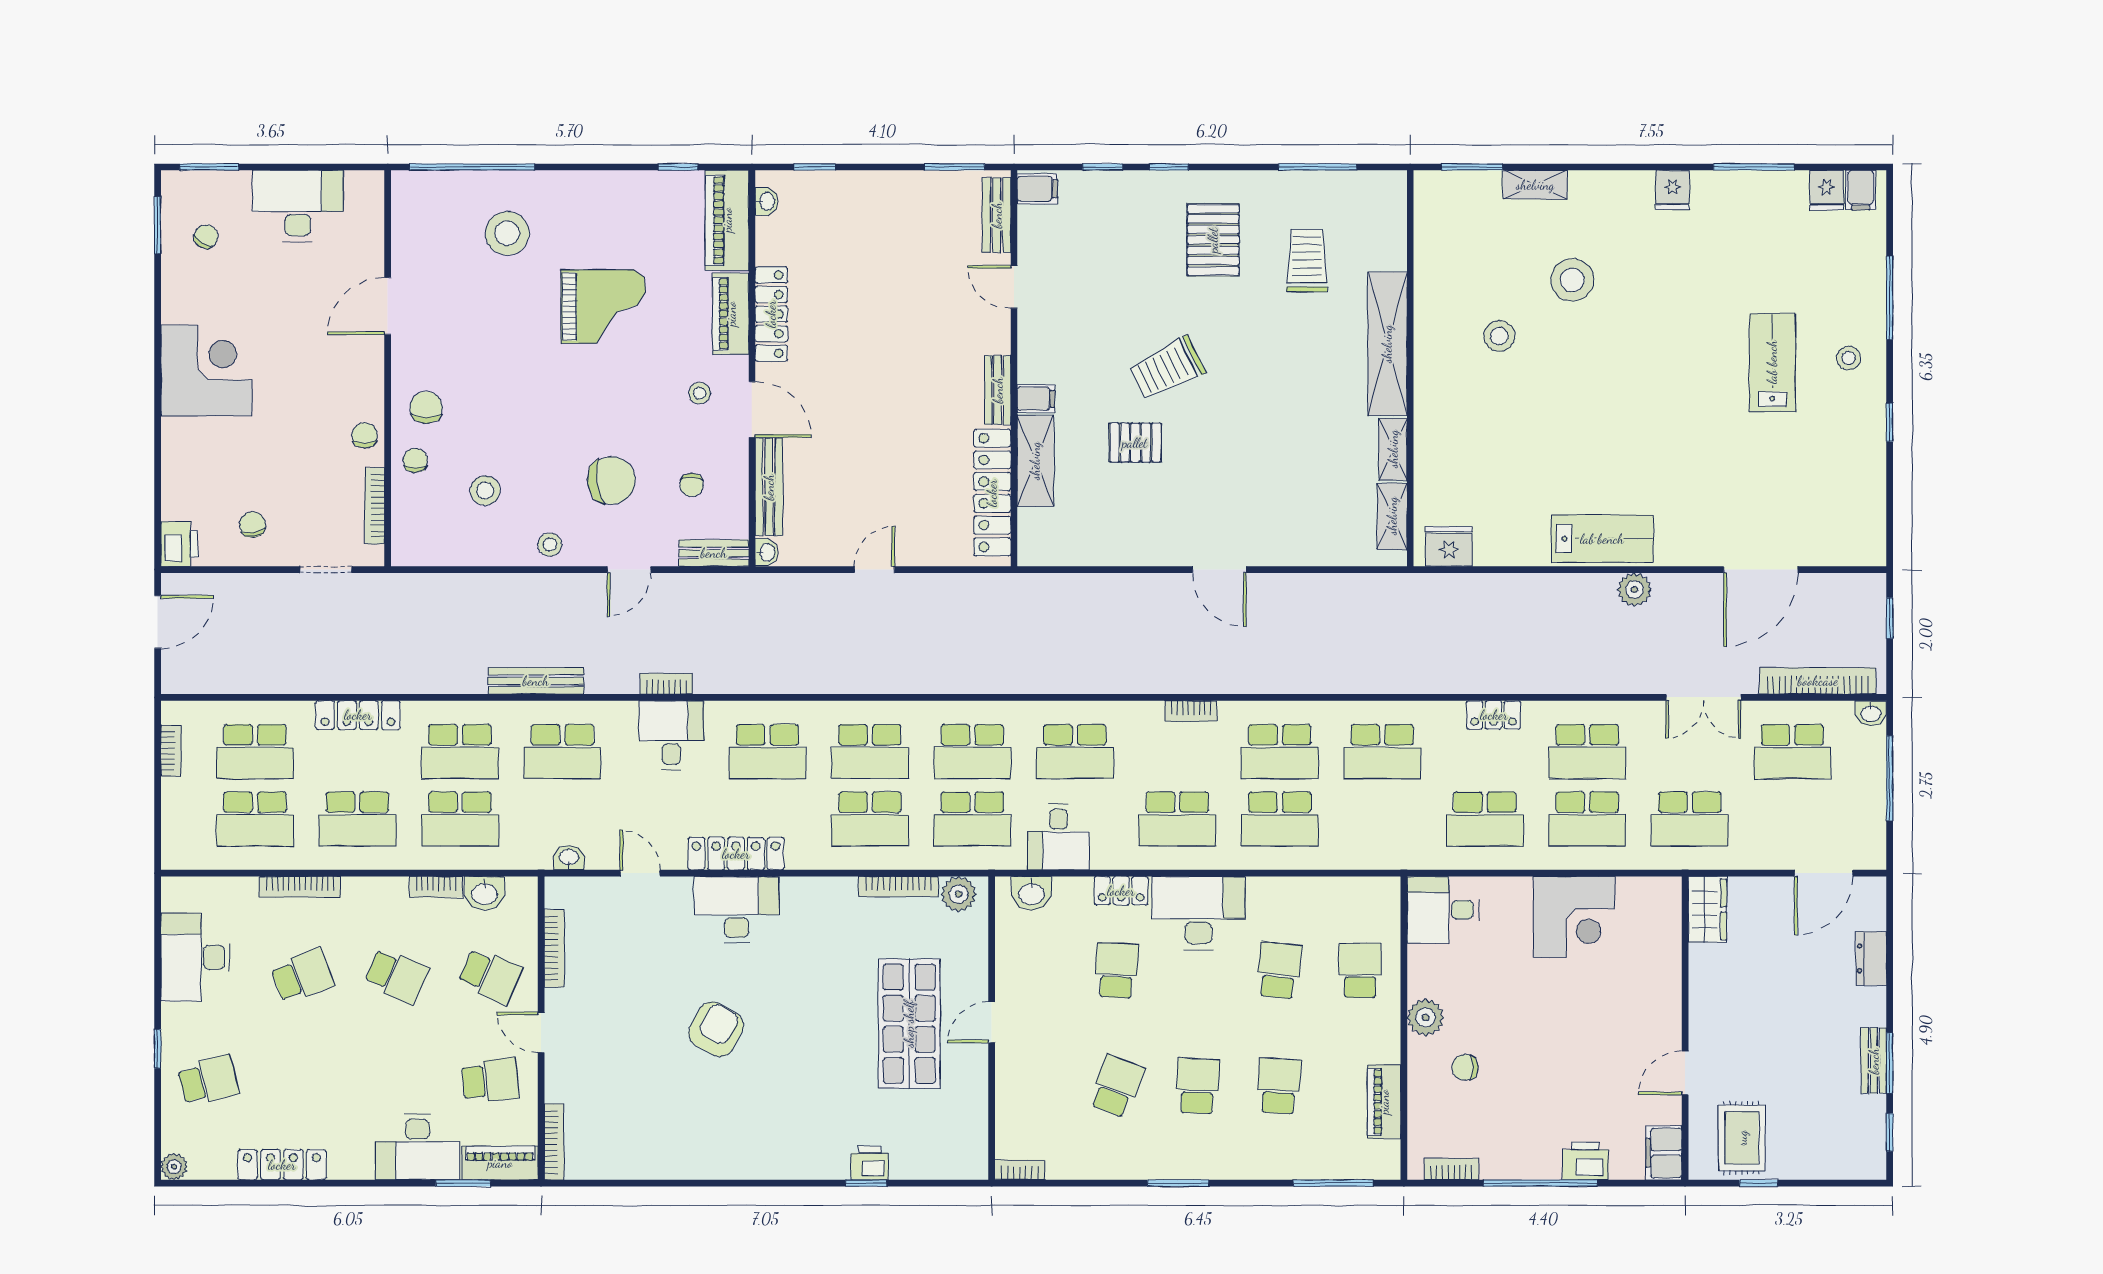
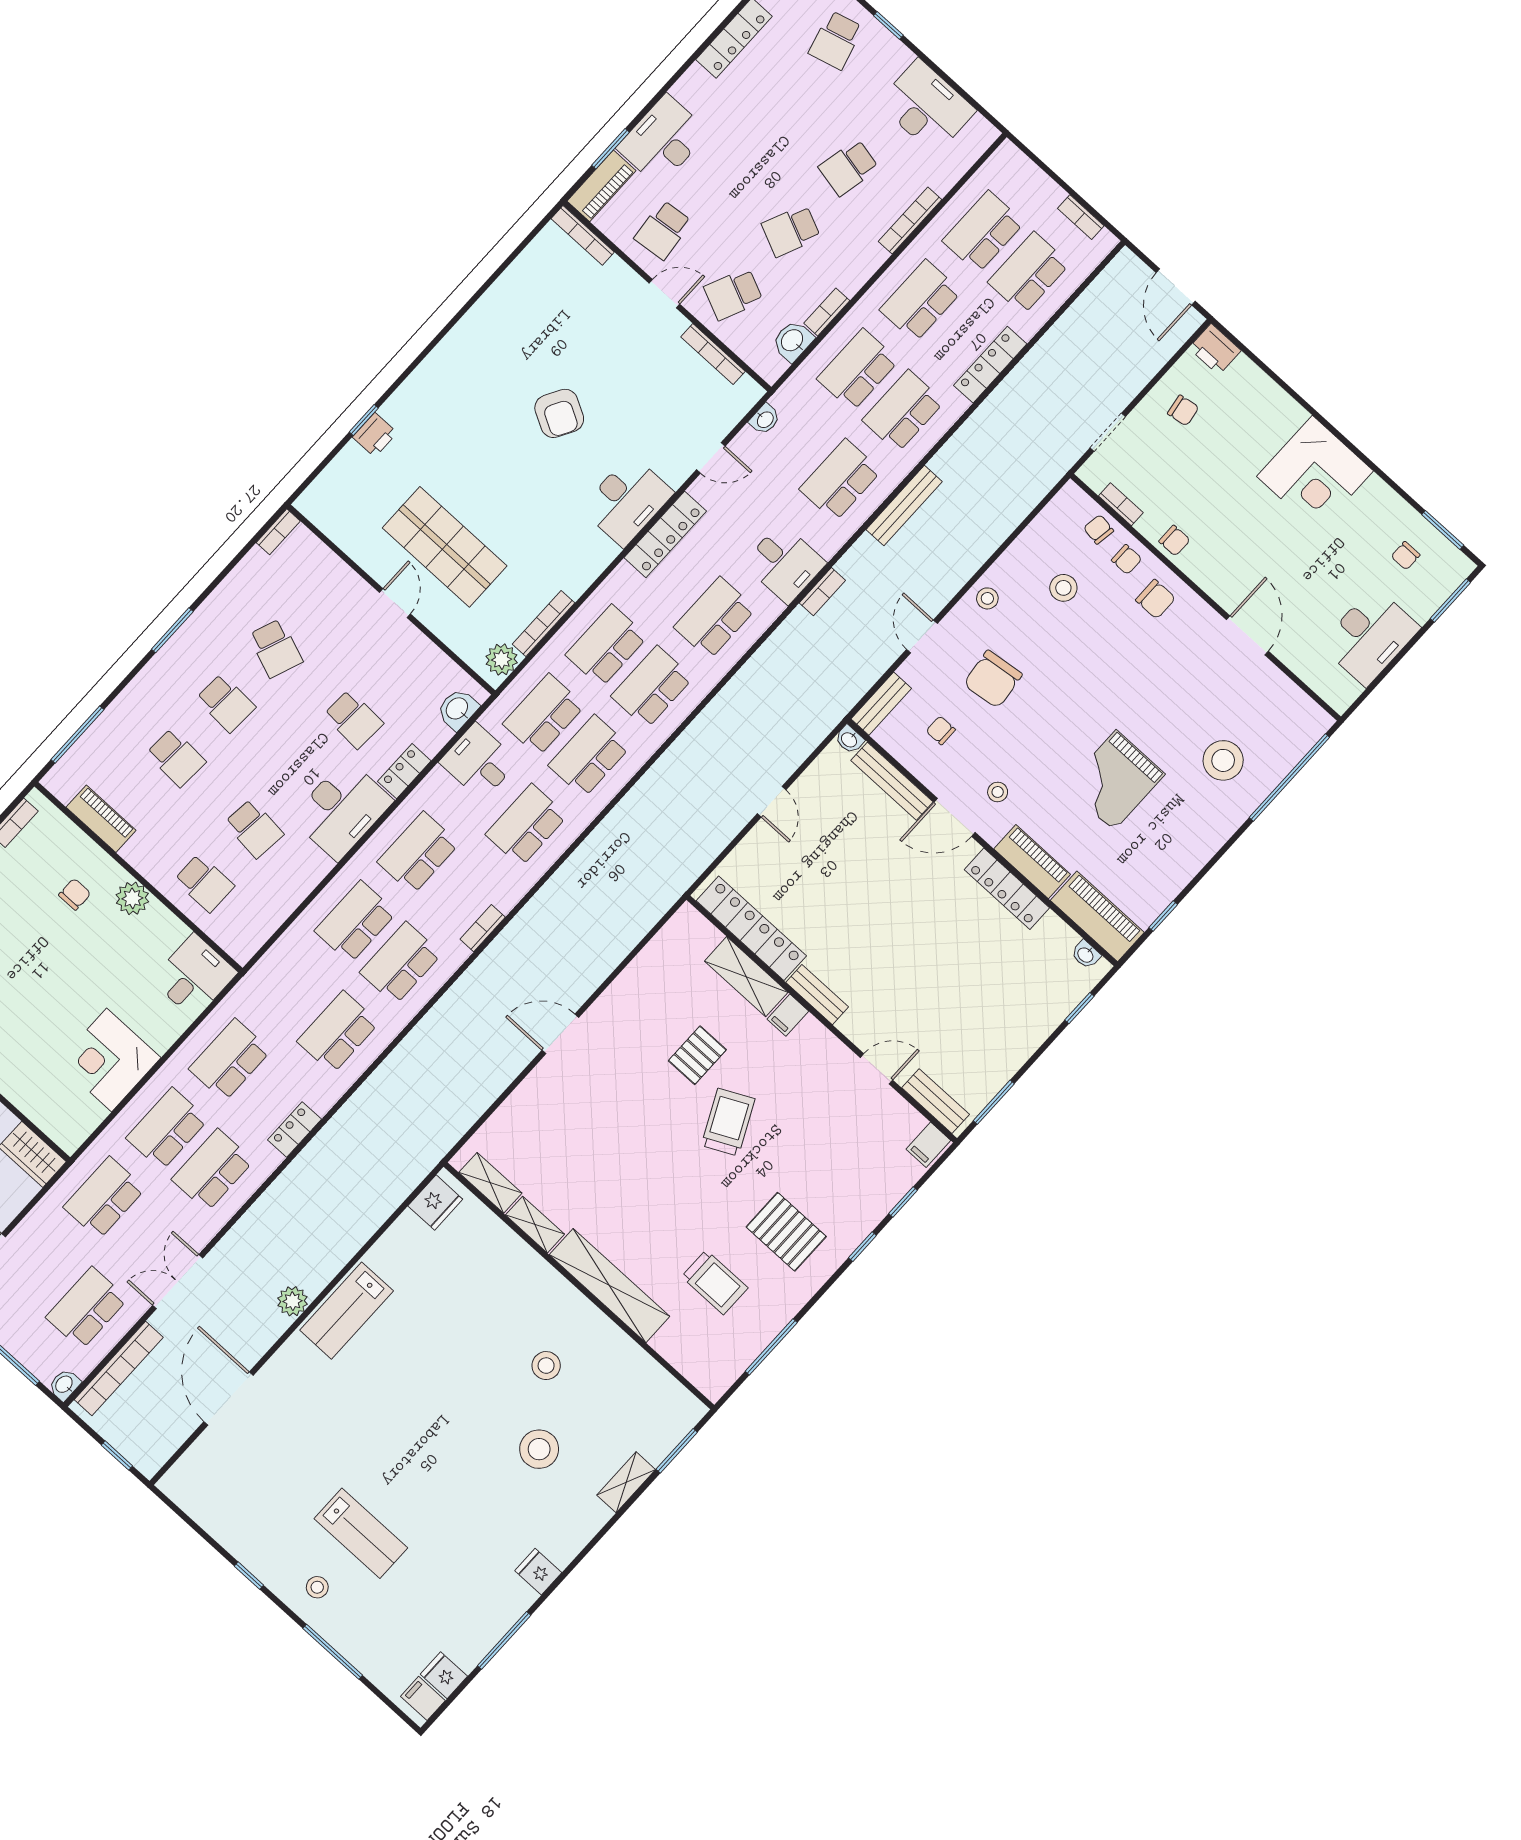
chair: (206, 236) -> (1406, 556), turned 57
chair: (412, 505) -> (1099, 529), added
bookcase: (375, 506) -> (1121, 504), width x0.64
school desk: (302, 976) -> (849, 167), turned 33

